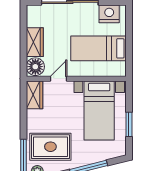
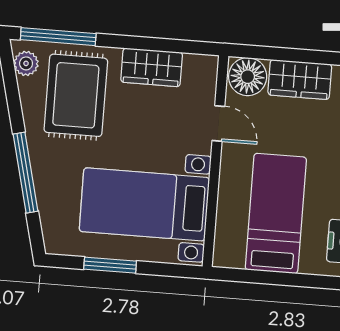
wardrobe: (34, 95) -> (152, 67), moved

